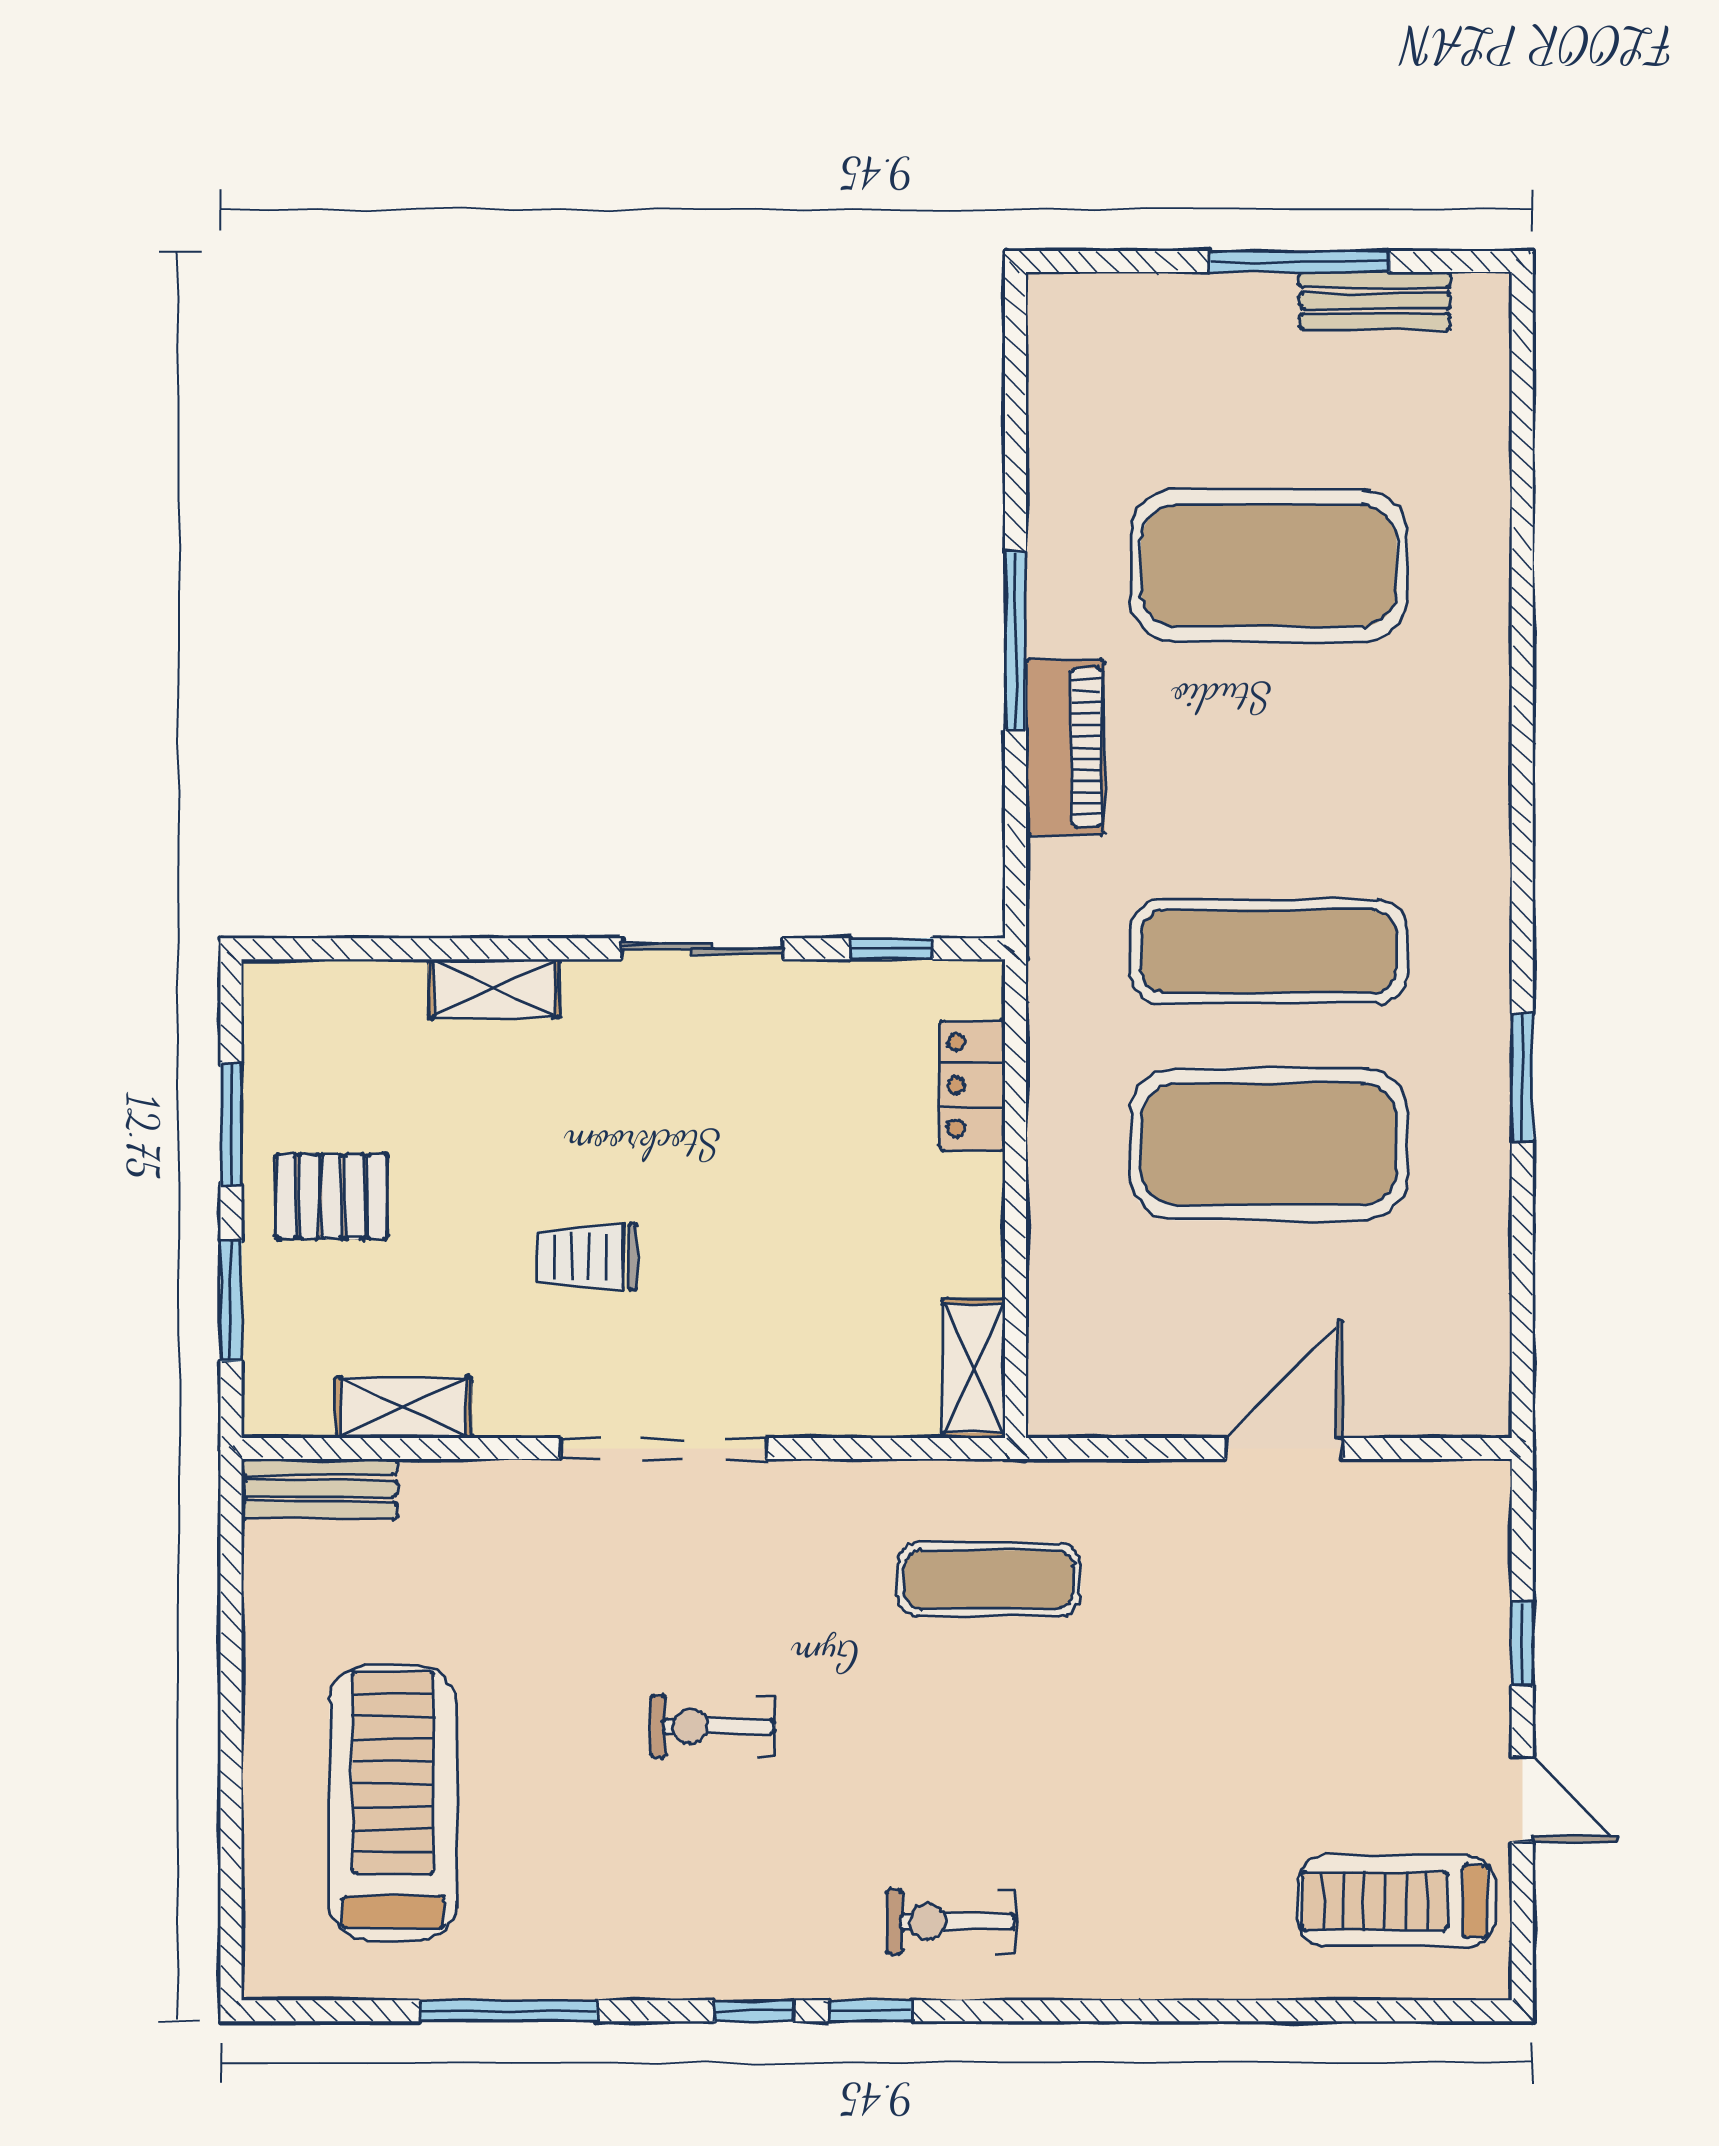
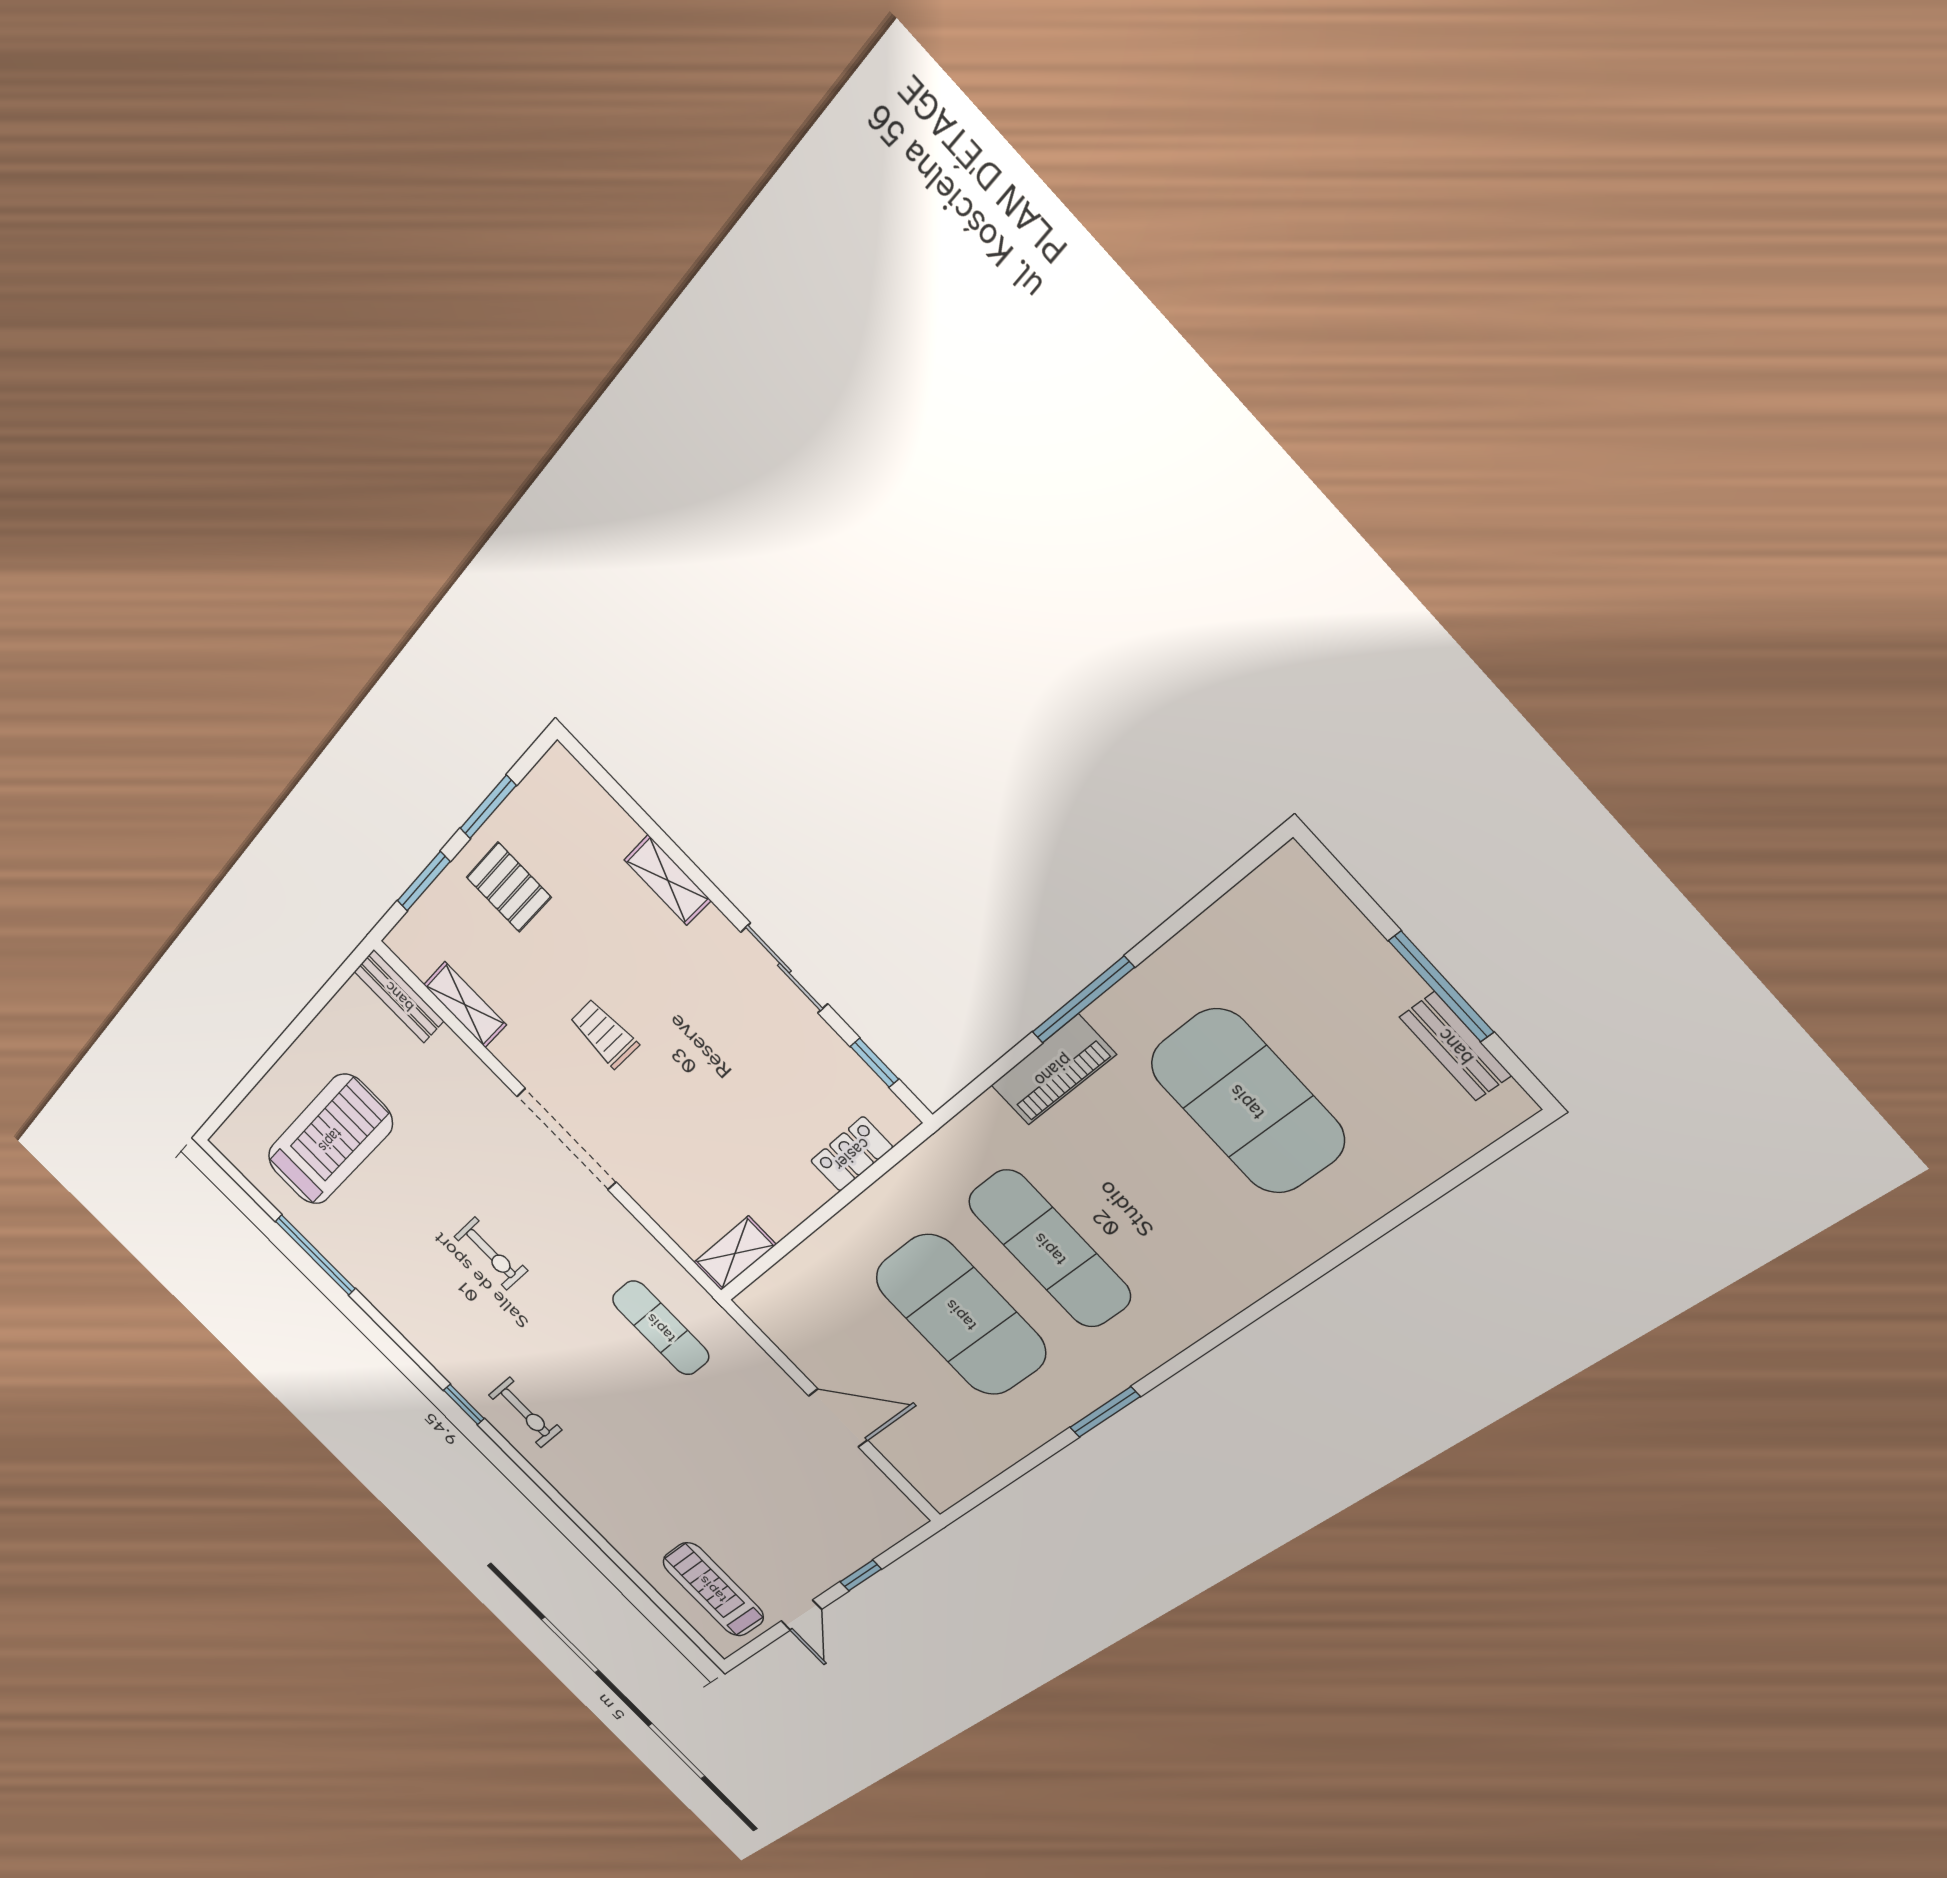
exercise bike: (713, 1726) -> (491, 1254), turned 180
exercise bike: (951, 1922) -> (525, 1412), turned 180
window: (754, 2011) -> (416, 1356), removed

